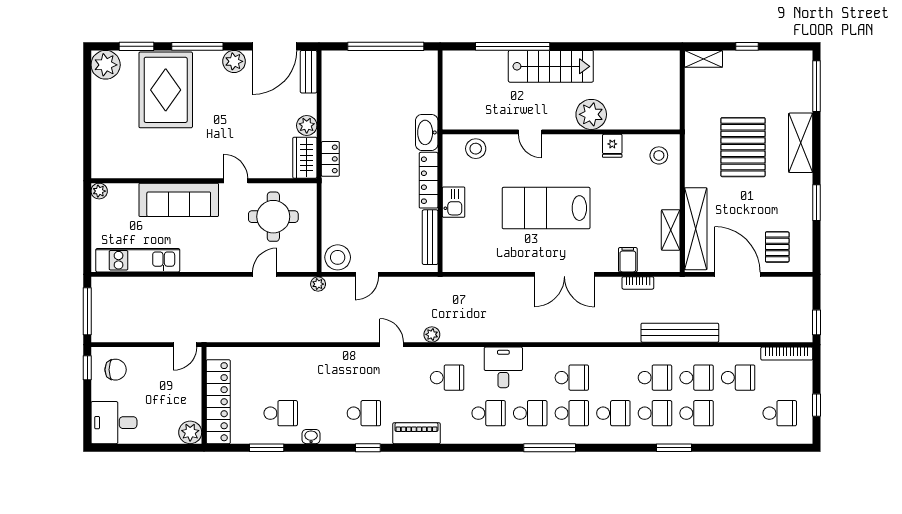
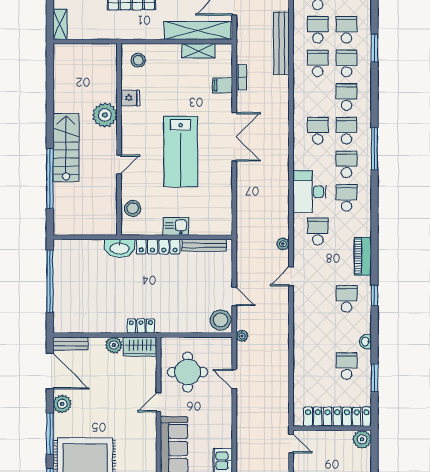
desk: (503, 367) -> (310, 192), width x1.37

